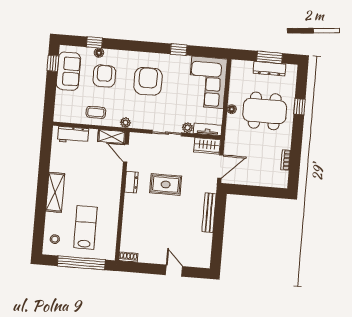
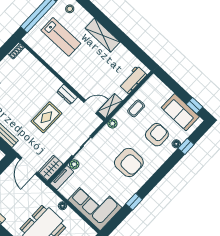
armchair: (104, 76) -> (157, 135), turned -90

